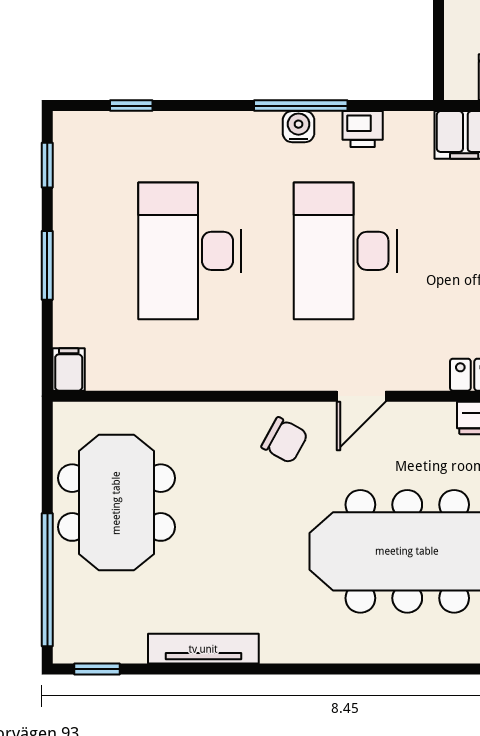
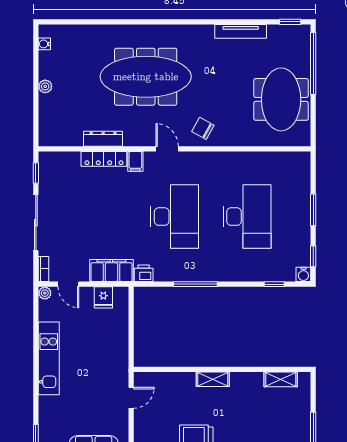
water cooler: (299, 127) -> (303, 274), moved
printer: (363, 129) -> (144, 273), moved
filing cabinet: (69, 370) -> (135, 161), moved
door: (361, 396) -> (167, 149), hinge flipped

